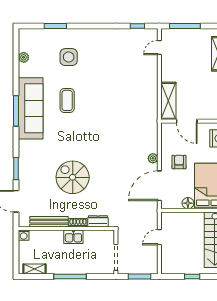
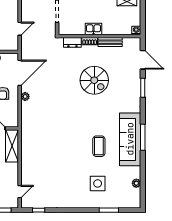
bench: (49, 222) -> (110, 42), width x0.73

